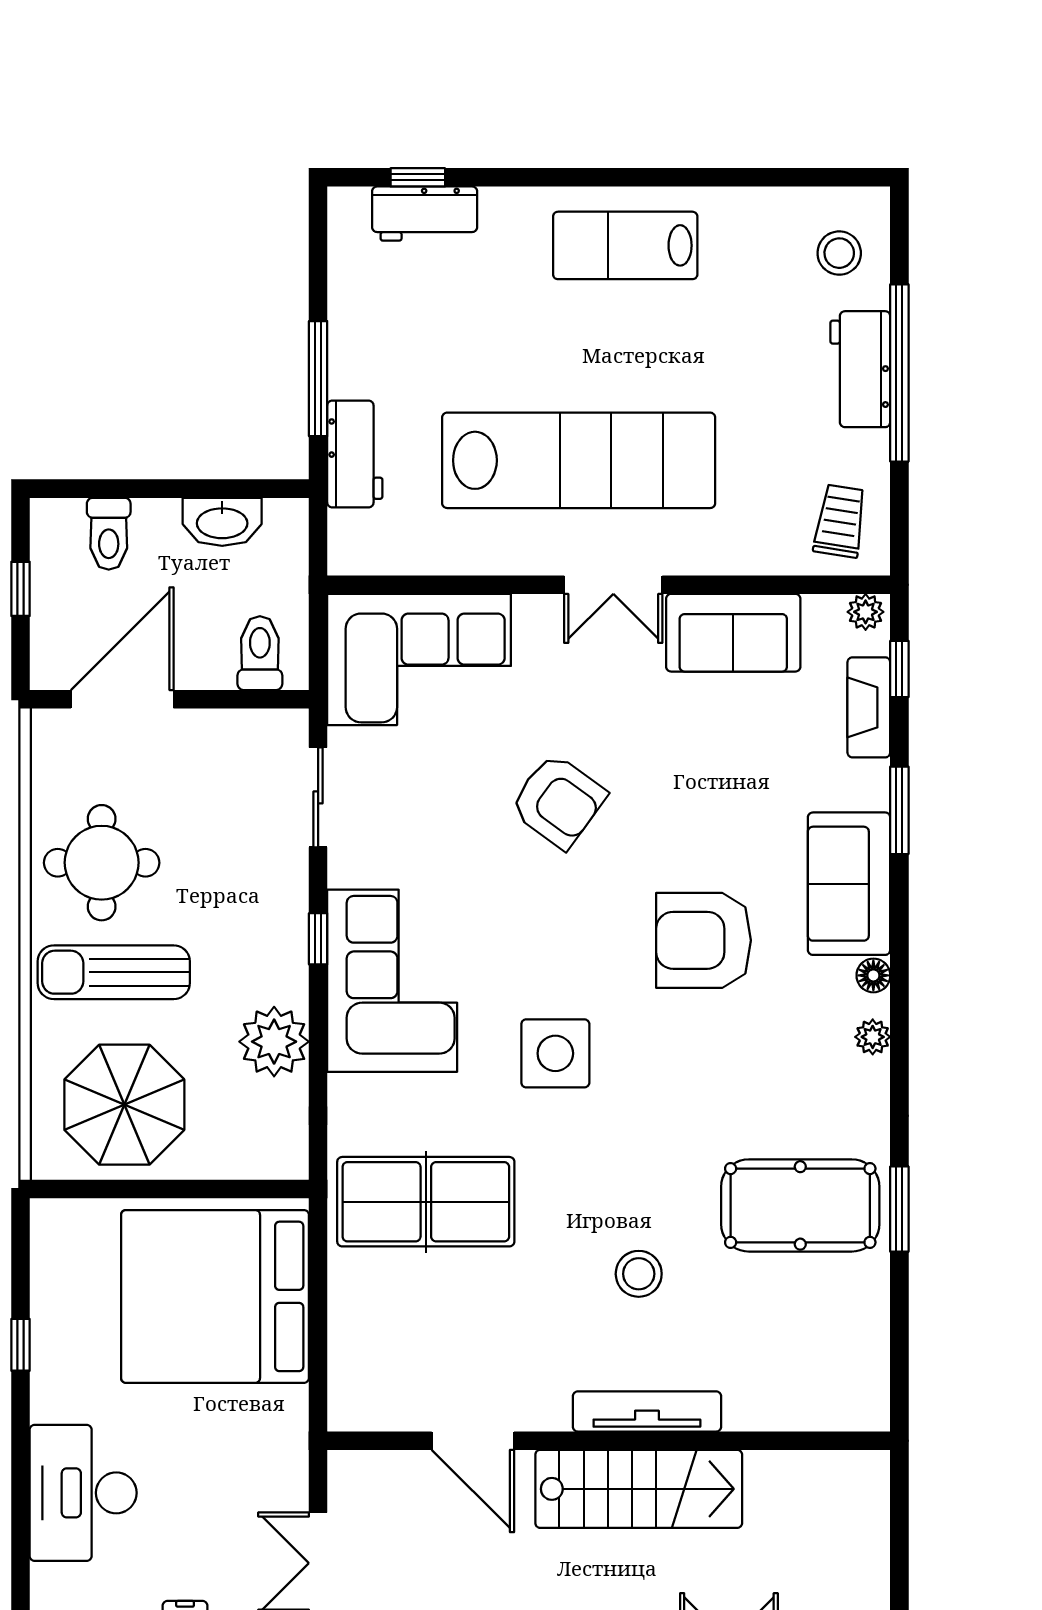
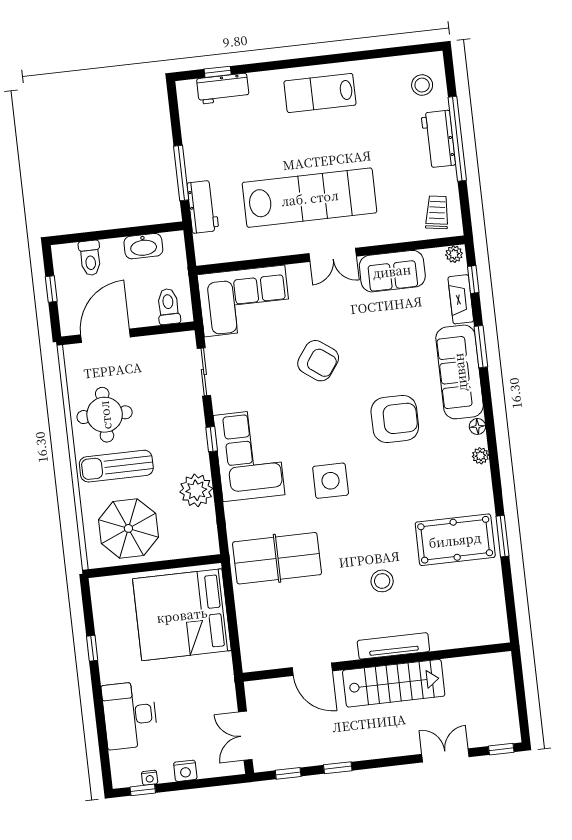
sofa: (849, 884) -> (460, 372), width x1.36
armchair: (703, 940) -> (395, 419), turned 180

